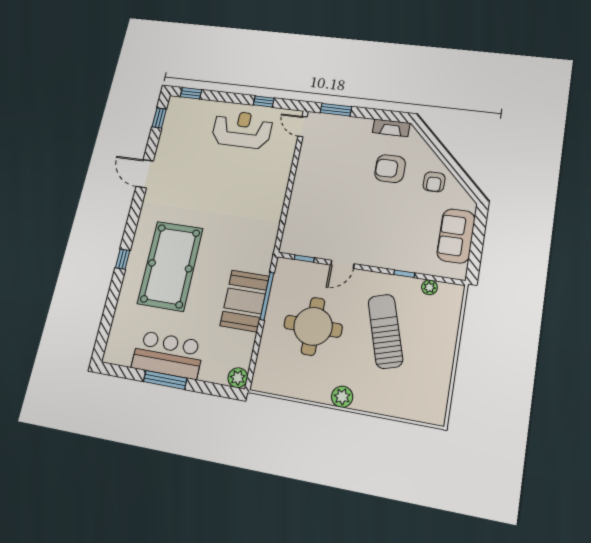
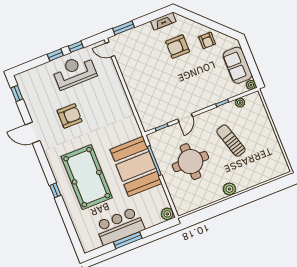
window: (191, 93) -> (55, 55), moved
armchair: (201, 179) -> (70, 116), added
plant: (459, 272) -> (251, 85), added
booth: (245, 301) -> (136, 166), width x1.36, depth x1.42
sun lounger: (385, 331) -> (231, 141), width x0.73, depth x0.75

